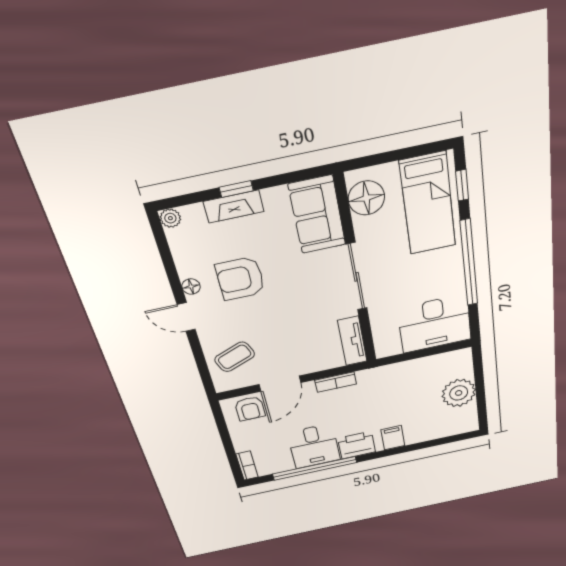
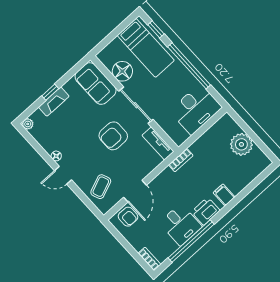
floor lamp: (366, 198) -> (122, 71), moved
armchair: (240, 279) -> (113, 136), moved
bookcase: (336, 382) -> (181, 160), moved

